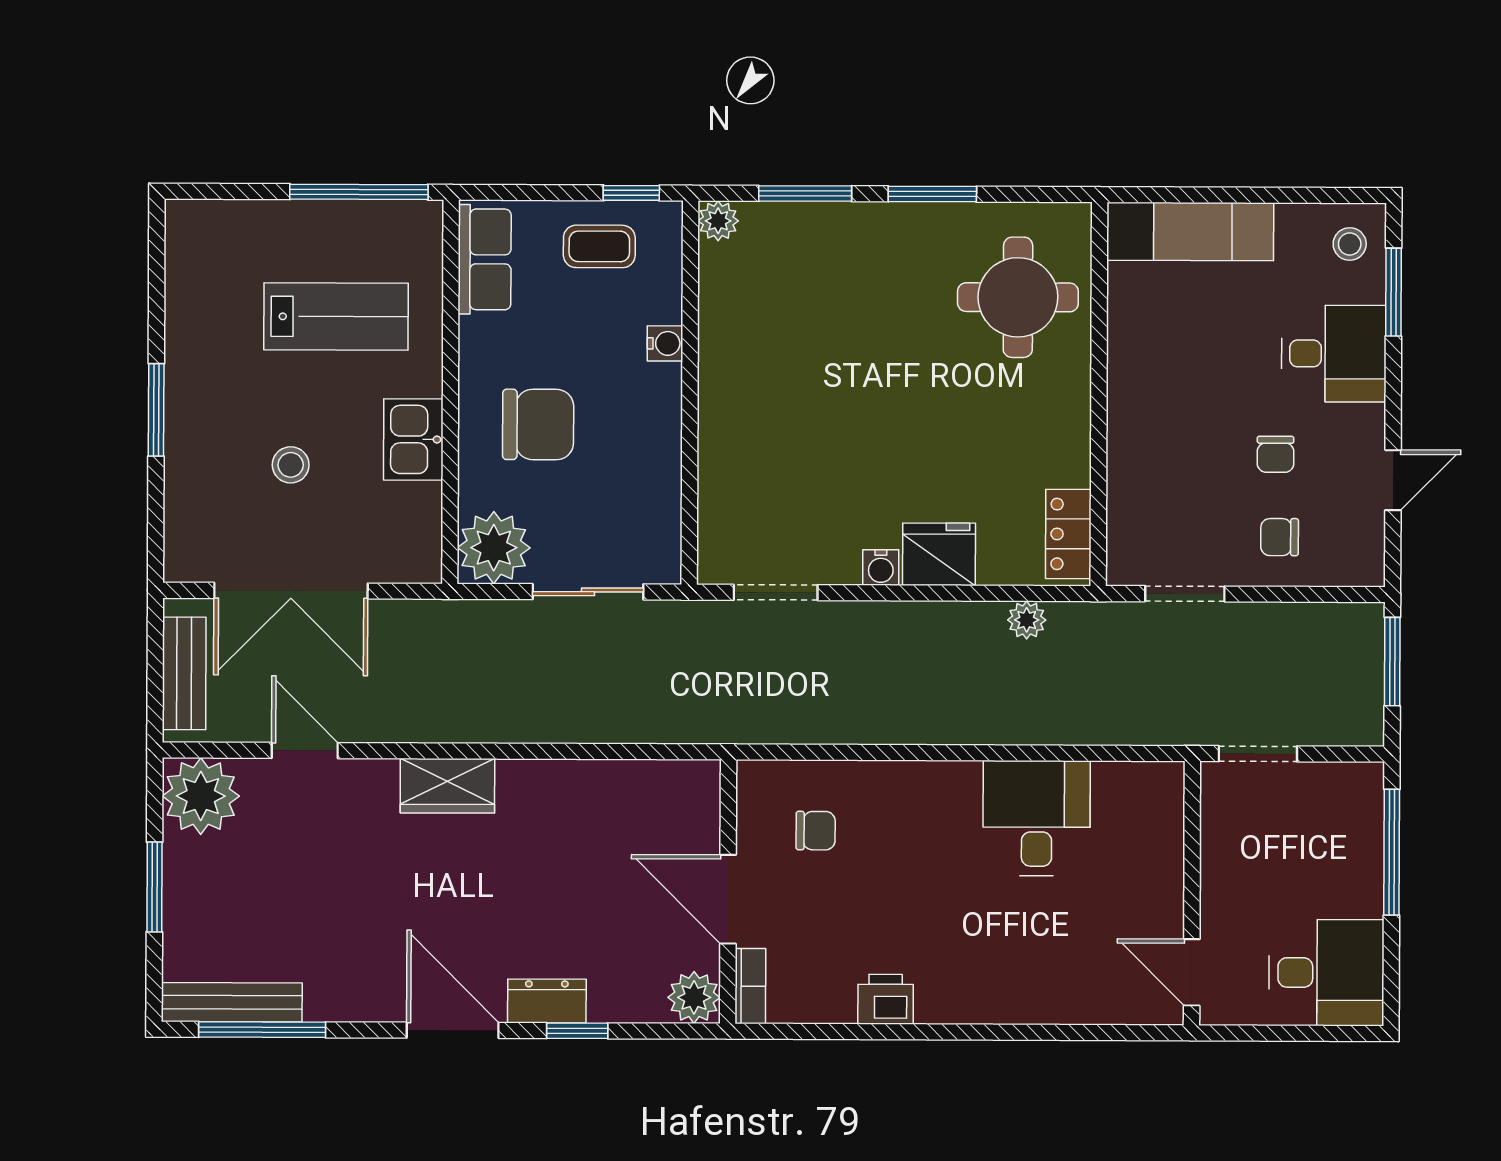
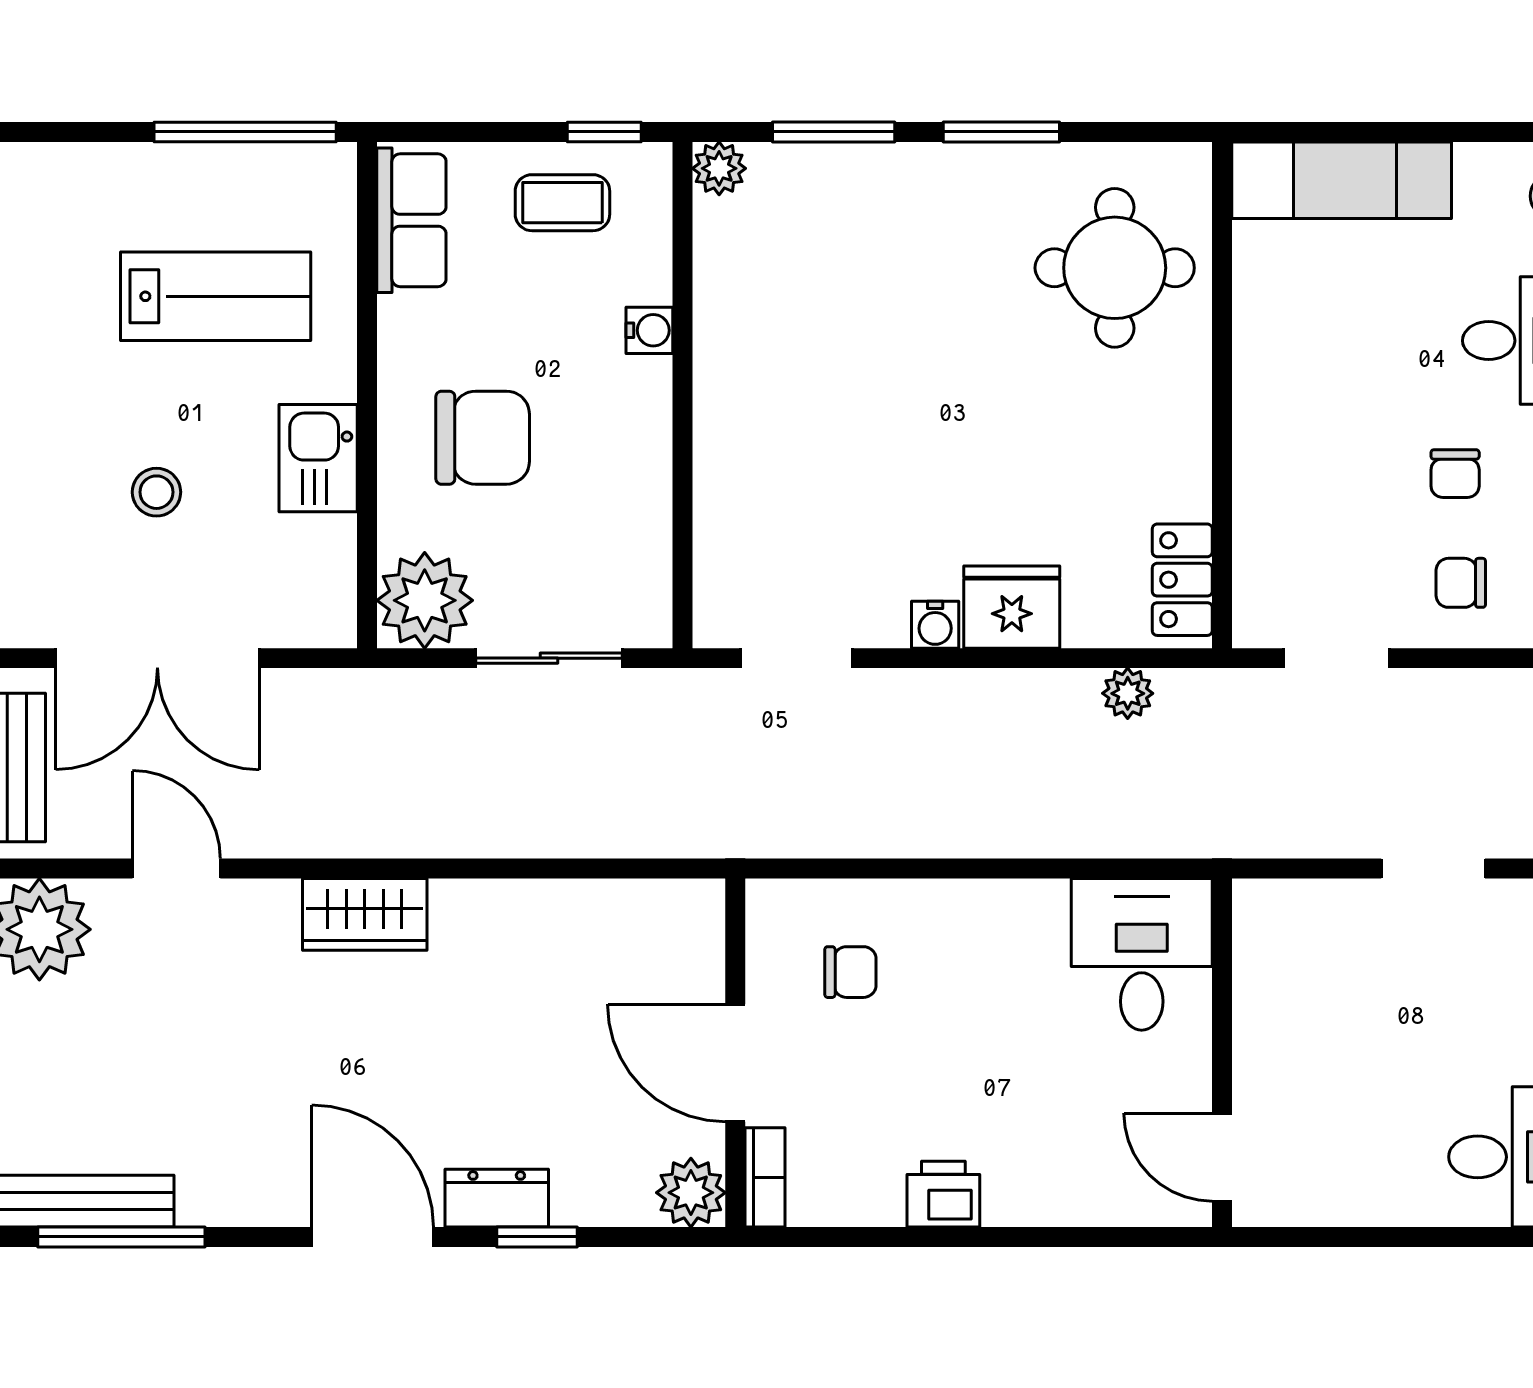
wall: (1192, 893) -> (1222, 1053), moved
door: (1192, 972) -> (1222, 1157), moved

